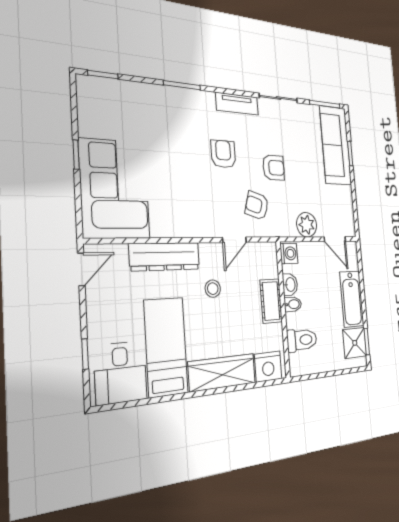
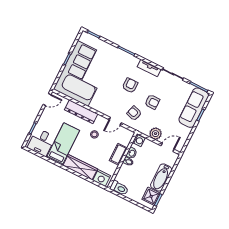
corner sofa: (115, 189) -> (83, 74), width x1.36, depth x1.36
door: (335, 239) -> (168, 147), swing flipped
toilet: (302, 340) -> (119, 188), moved

